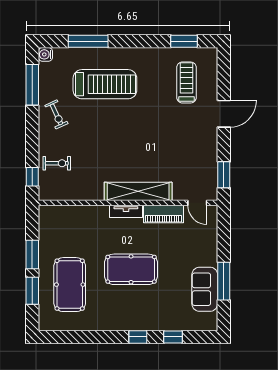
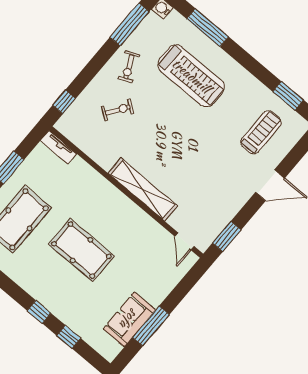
exercise bike: (57, 163) -> (118, 110), moved, turned -55
tv unit: (126, 211) -> (58, 147), moved
piano: (163, 214) -> (148, 227), removed

